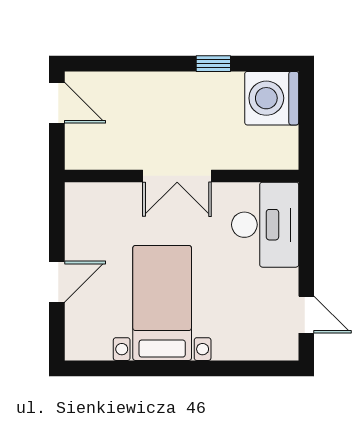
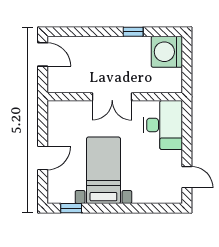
window: (106, 368) -> (71, 208), added

